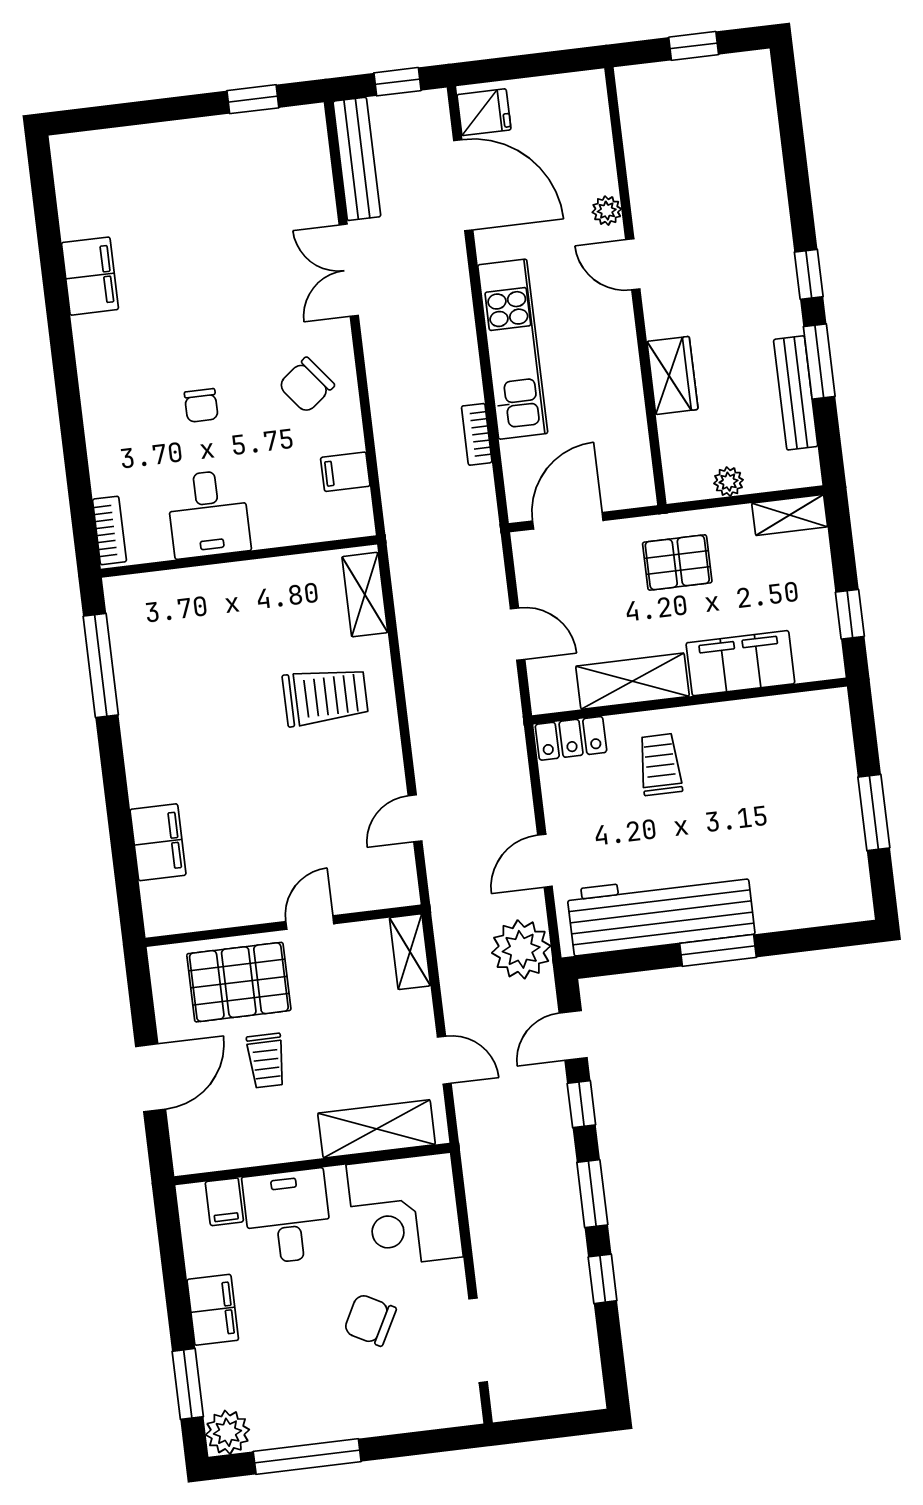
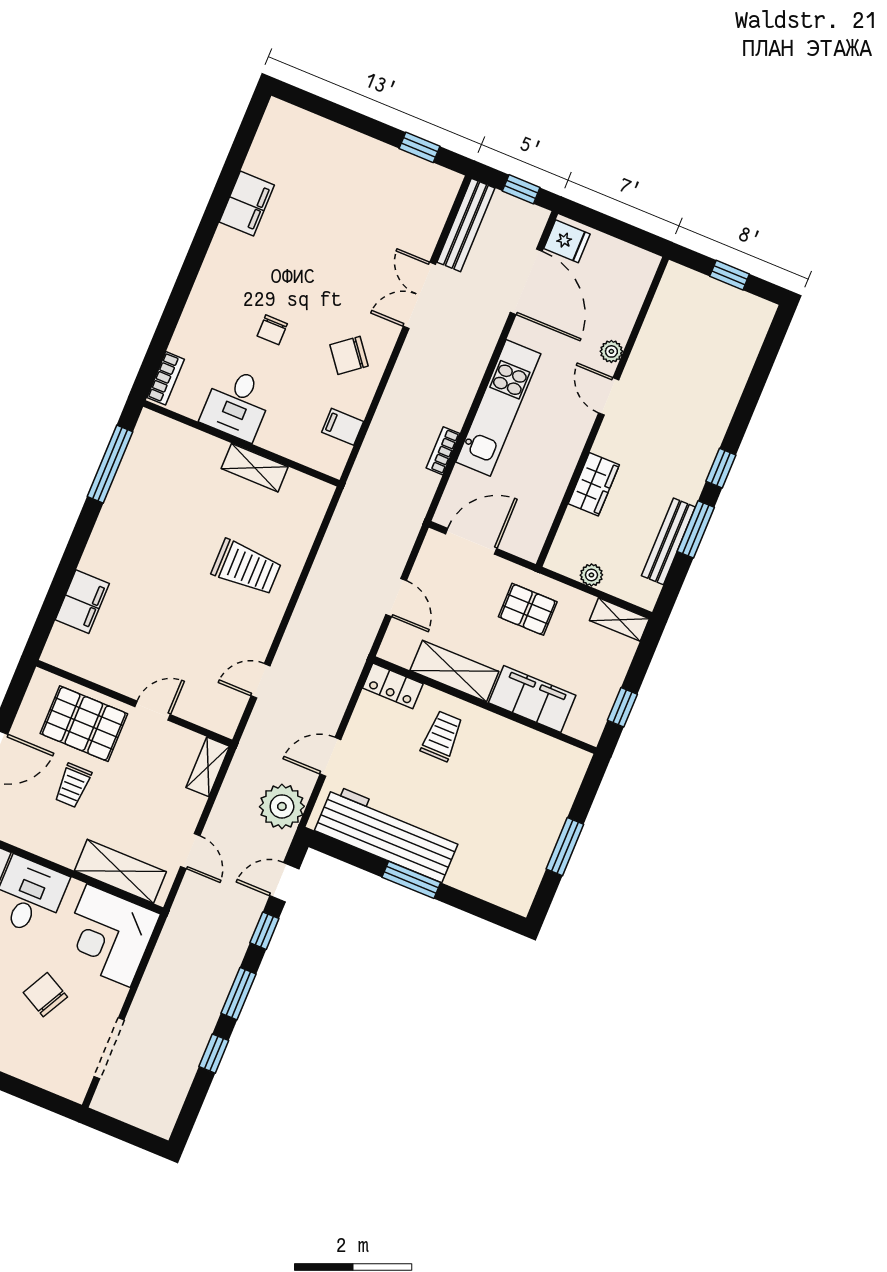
shelving: (365, 595) -> (255, 468), moved, turned 90

